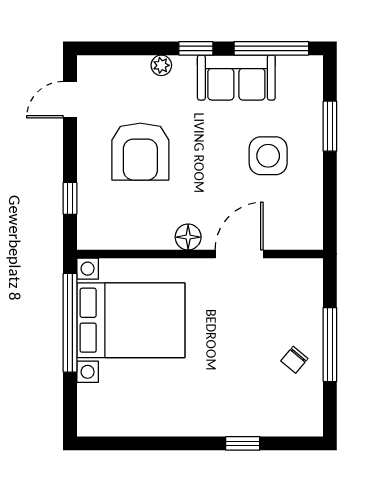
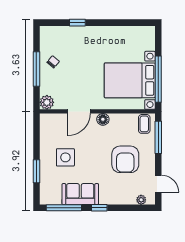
plant: (161, 65) -> (141, 200), moved
door: (70, 100) -> (158, 184), hinge flipped
armchair: (140, 152) -> (125, 159), turned 180
window: (70, 198) -> (158, 137), width x2.17
coffee table: (100, 227) -> (144, 124), added
plant: (308, 273) -> (47, 102), added

